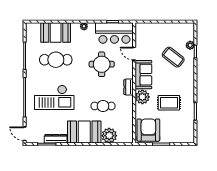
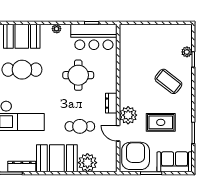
door: (134, 54) -> (118, 133), moved
coffee table: (173, 57) -> (168, 81), moved
sofa: (143, 75) -> (175, 162), moved, turned -90

